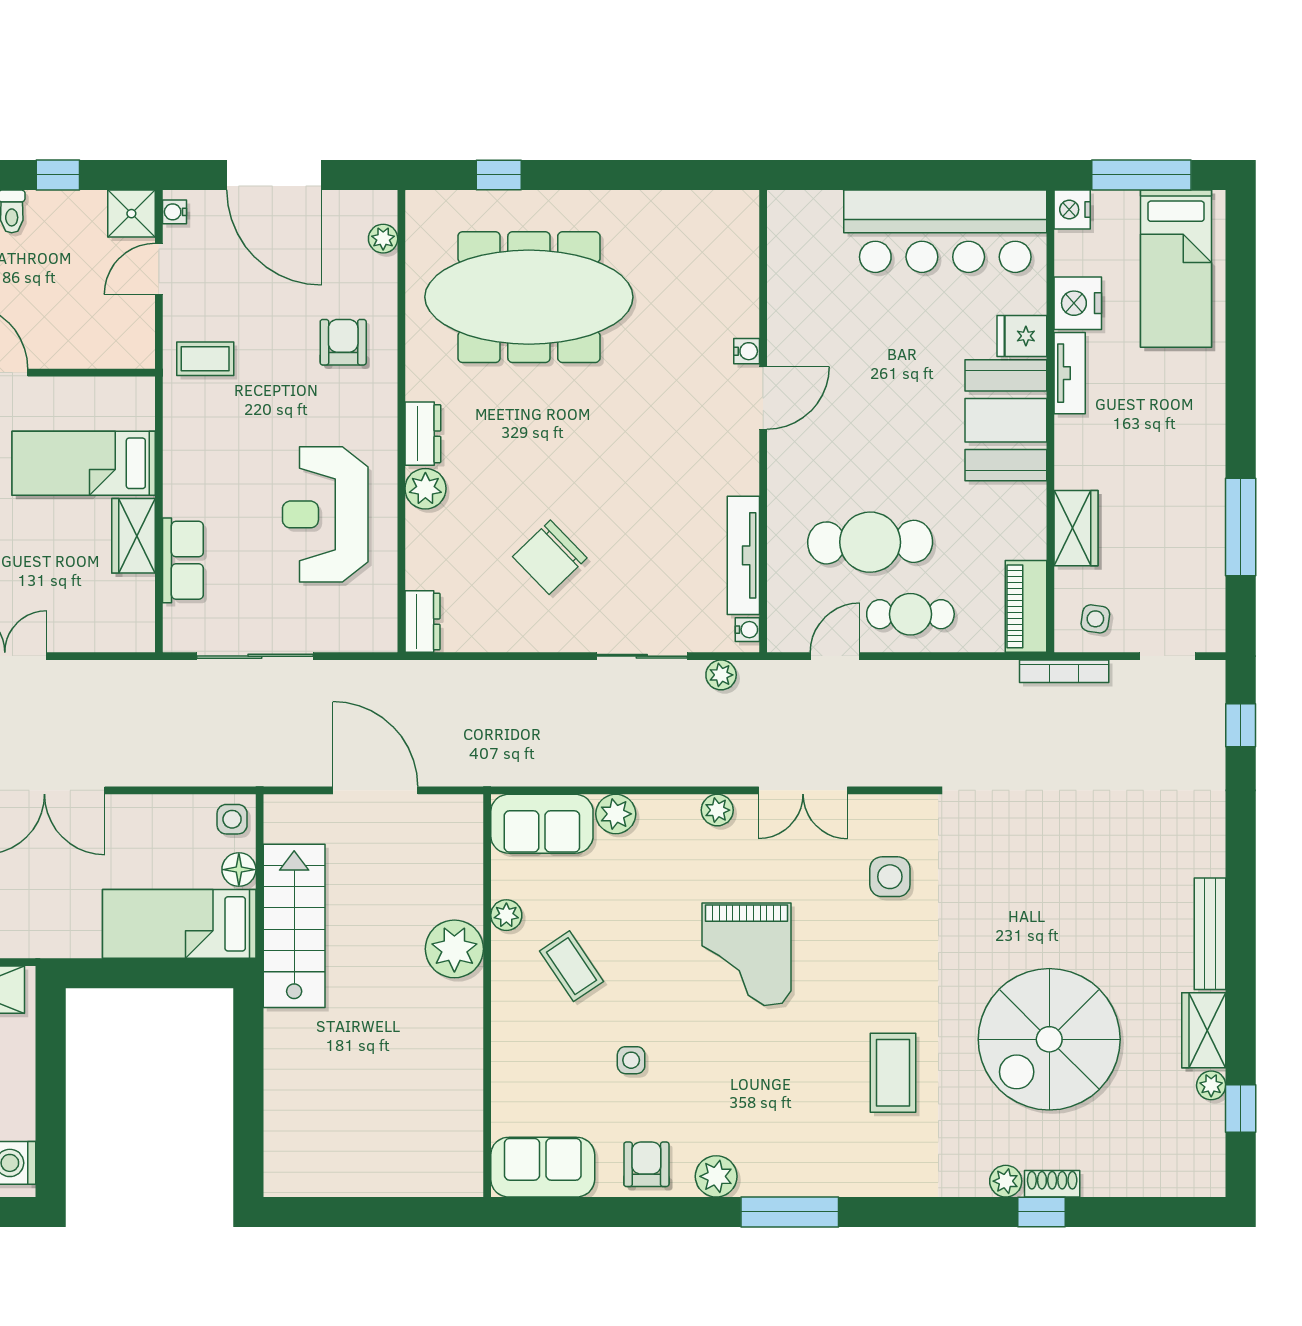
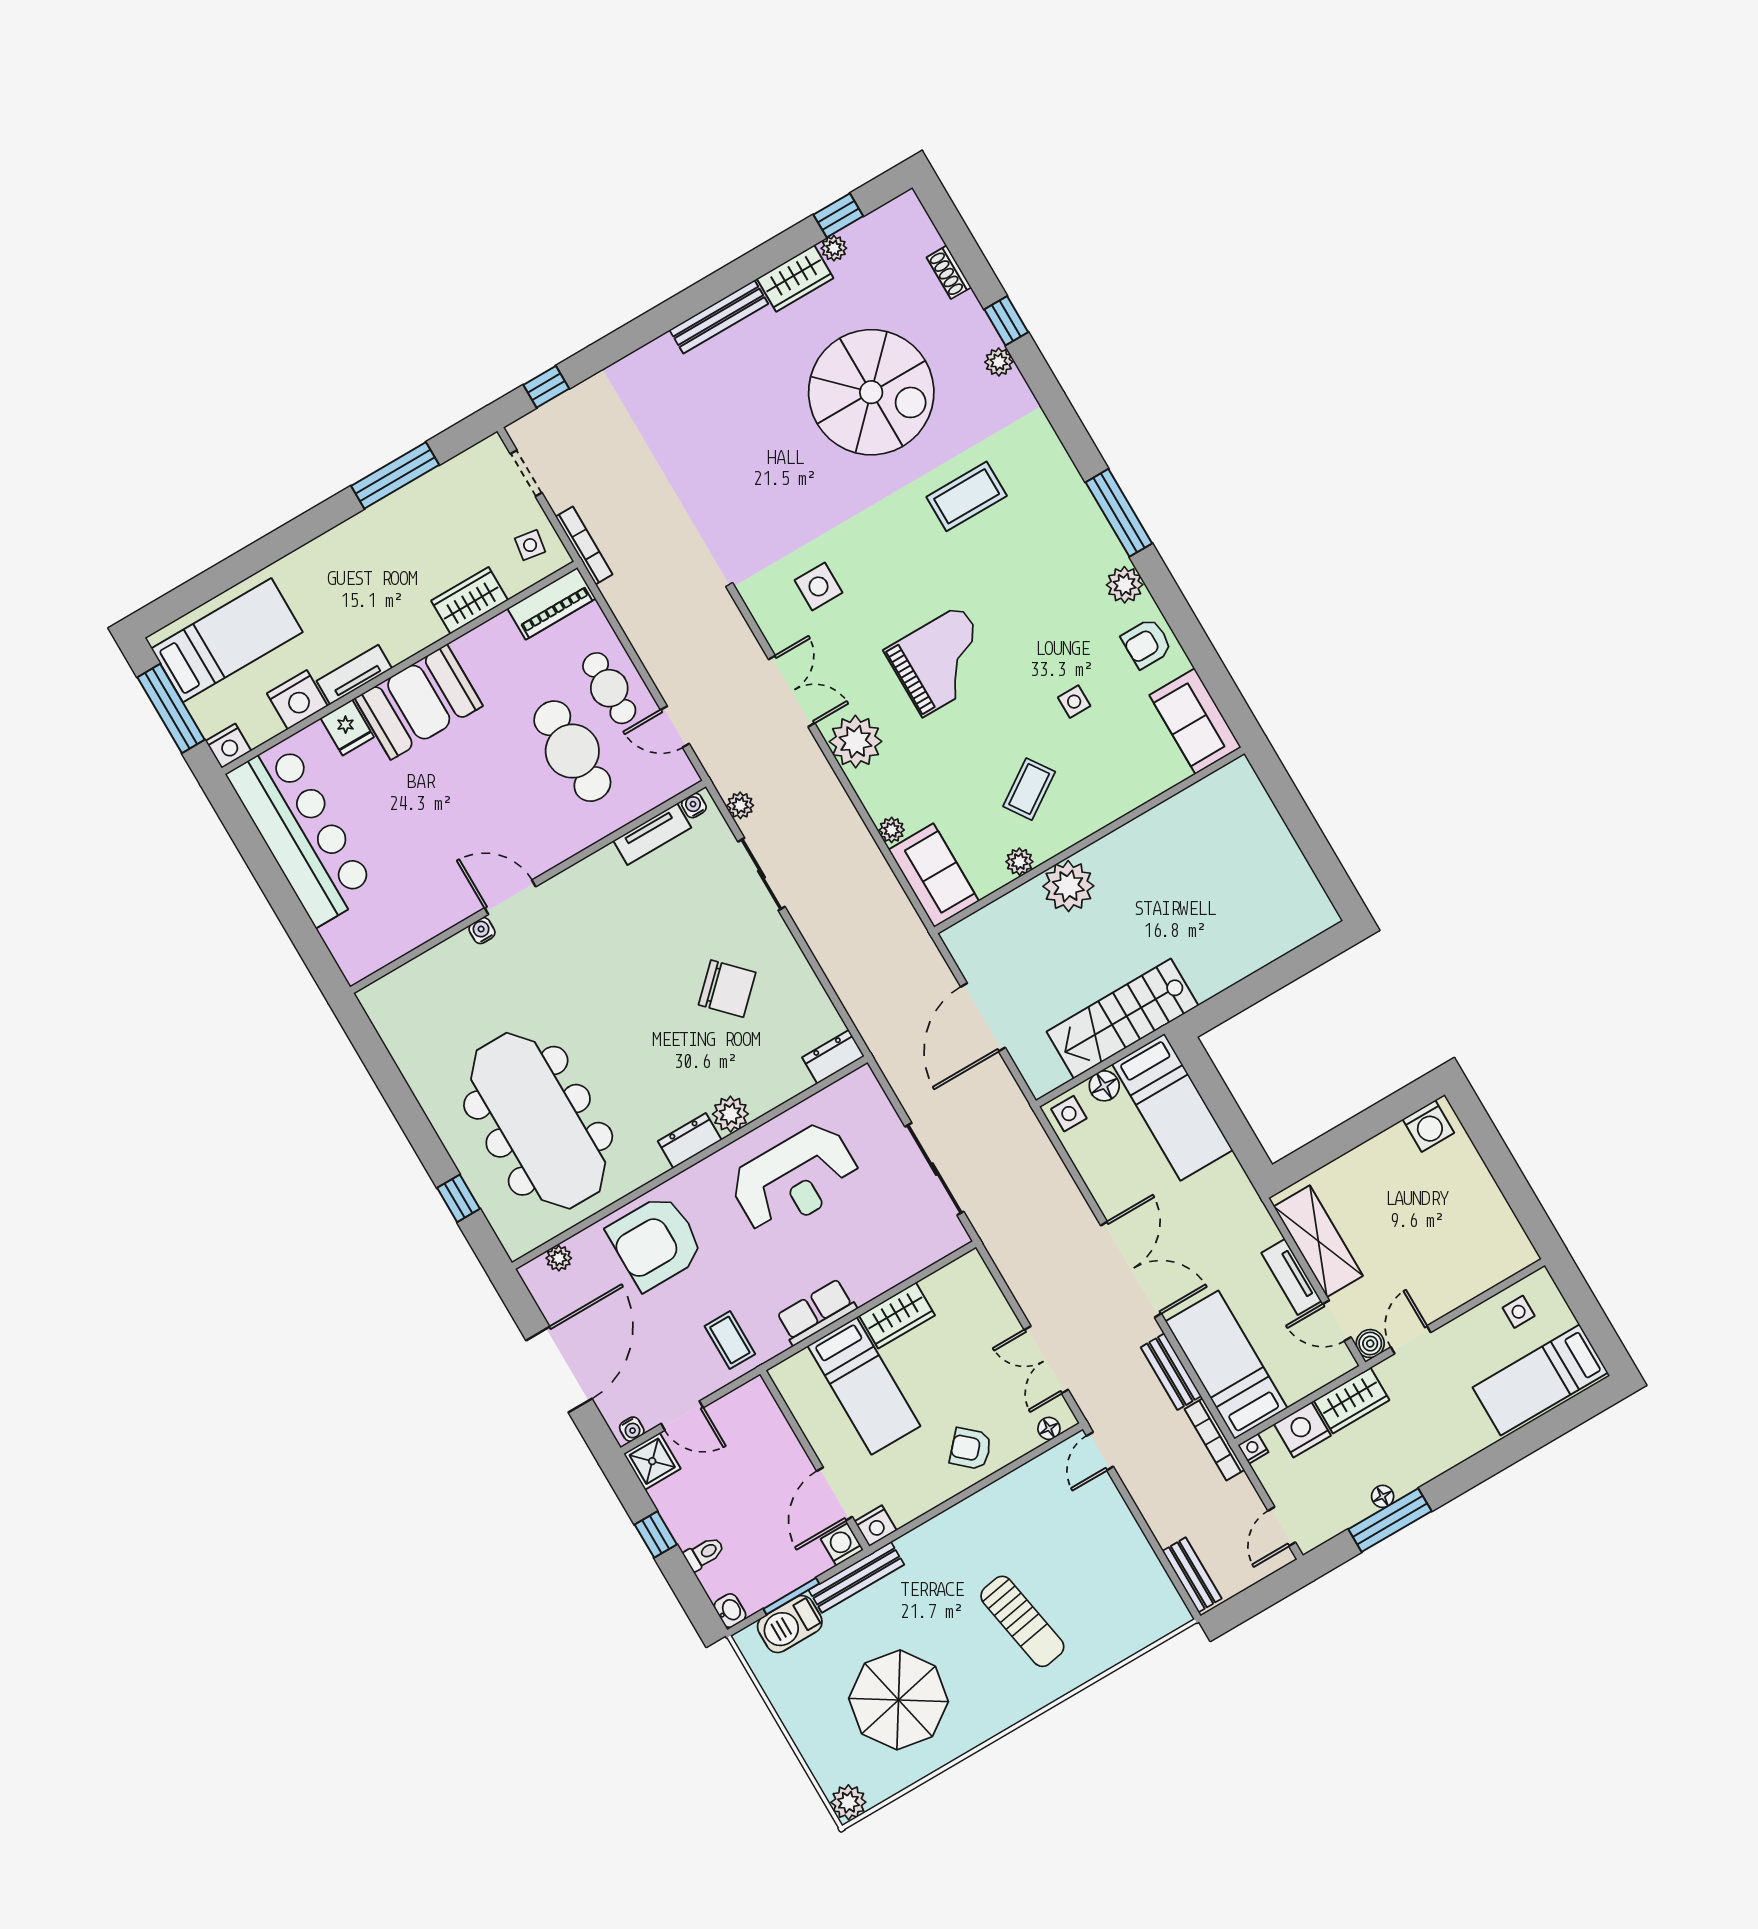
armchair: (343, 342) -> (656, 1242), width x1.88, depth x1.88
tv unit: (743, 555) -> (652, 834), width x0.71
row of seats: (183, 560) -> (816, 1312), moved
plant: (717, 810) -> (856, 742), width x1.88, depth x1.88
plant: (616, 814) -> (892, 830), width x0.73, depth x0.73
shoe rack: (1052, 1184) -> (949, 272), moved

